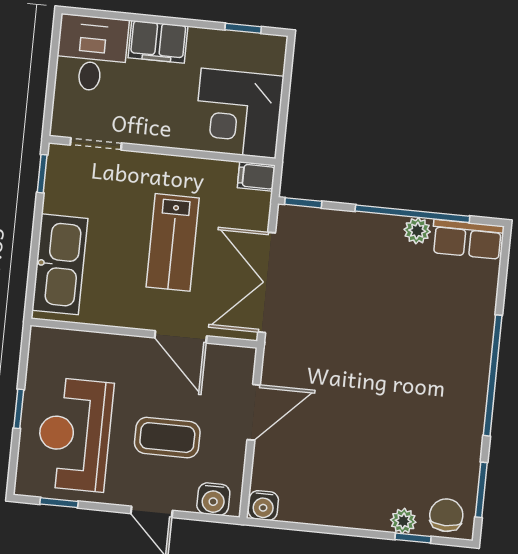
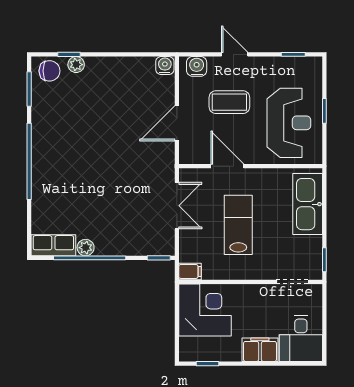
double door: (267, 282) -> (177, 206), width x0.73
reception desk: (74, 434) -> (289, 123), moved
chair: (446, 515) -> (49, 71), turned -90

